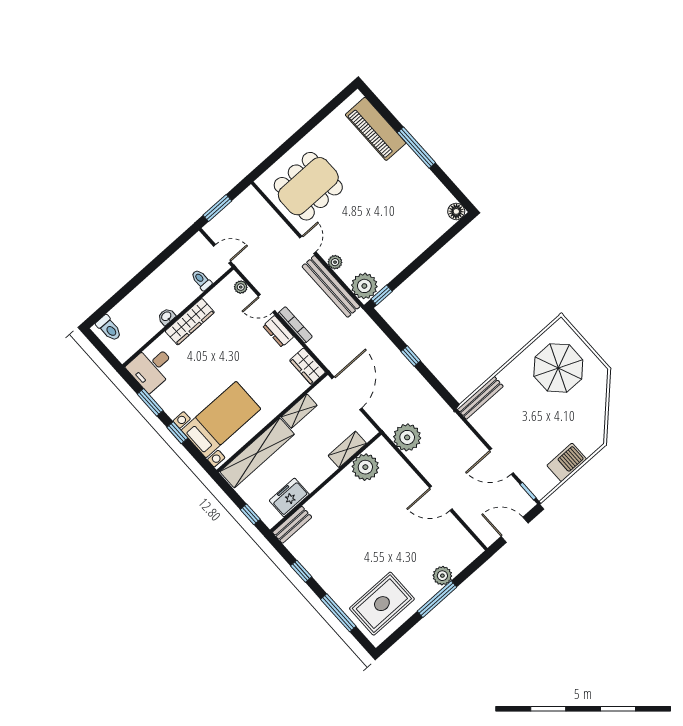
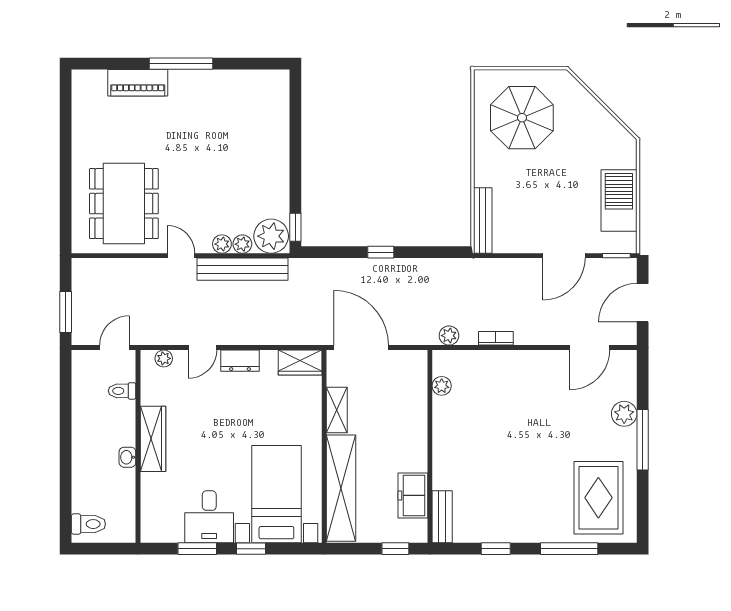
piano: (376, 129) -> (138, 83), width x0.73, depth x0.75
floor lamp: (456, 211) -> (279, 80), removed
plant: (345, 274) -> (242, 244), added
bookcase: (295, 325) -> (496, 338), moved, width x0.64
desk: (152, 368) -> (209, 517), moved
plant: (407, 437) -> (449, 336), width x0.53, depth x0.53
shelving: (347, 449) -> (417, 396), removed
barbecue: (567, 462) -> (619, 201), width x1.37, depth x1.21
plant: (365, 467) -> (442, 386), width x0.53, depth x0.53
door: (441, 498) -> (590, 348), moved

